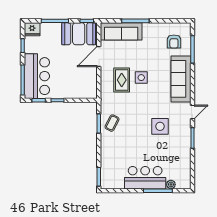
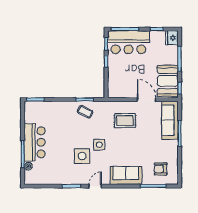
side table: (141, 78) -> (99, 145), moved
sofa: (181, 79) -> (126, 175), width x0.73
door: (192, 112) -> (95, 186), swing flipped

